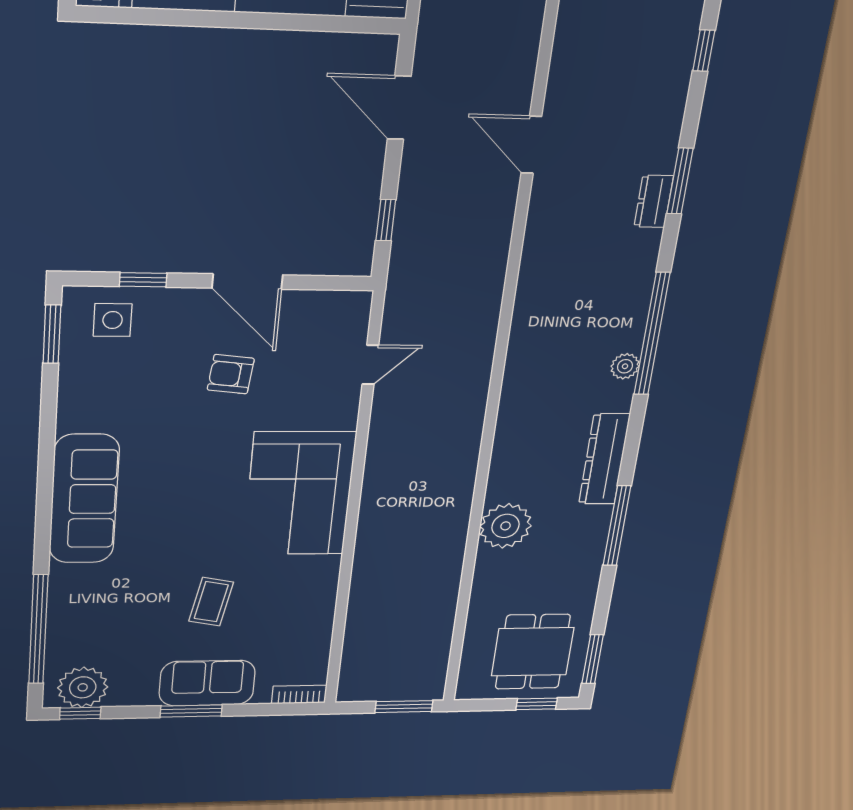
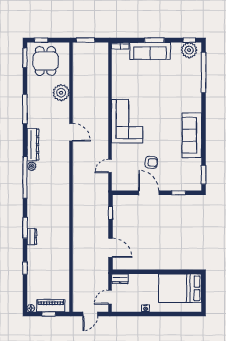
door: (531, 145) -> (71, 132), moved
dresser: (654, 201) -> (32, 237), moved
side table: (113, 320) -> (187, 180), removed
dresser: (604, 459) -> (33, 145), moved
sofa: (84, 499) -> (192, 135), moved
plant: (506, 526) -> (61, 93), moved
coffee table: (211, 602) -> (151, 82), removed
sofa: (207, 683) -> (150, 51), width x1.36

